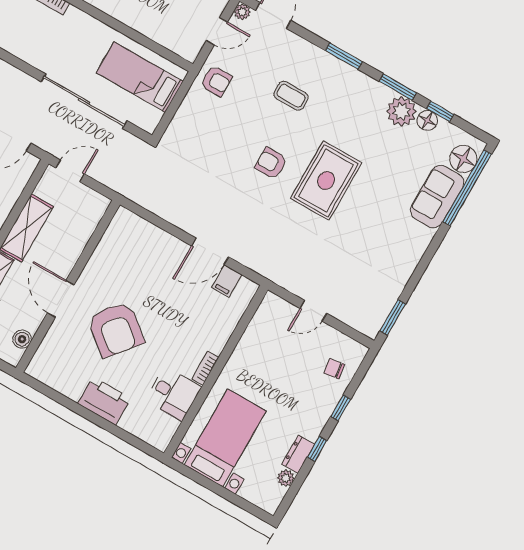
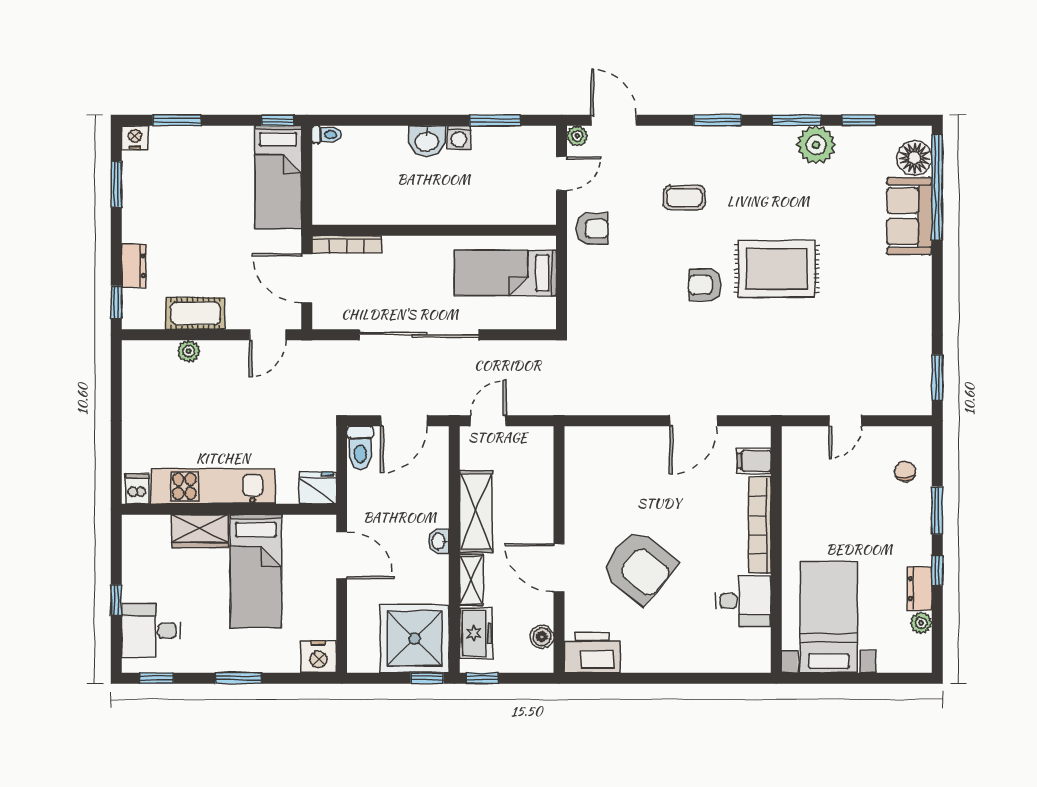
sliding door: (84, 101) -> (419, 335), moved
floor lamp: (427, 120) -> (850, 138), removed
rug: (326, 181) -> (777, 269), turned 90
filing cabinet: (227, 281) -> (754, 461), moved, turned 90
bookcase: (205, 368) -> (760, 525), width x2.31, depth x1.31
chair: (334, 369) -> (905, 471), turned 98
printer: (104, 401) -> (592, 653), moved
window: (341, 408) -> (937, 510), width x1.50

